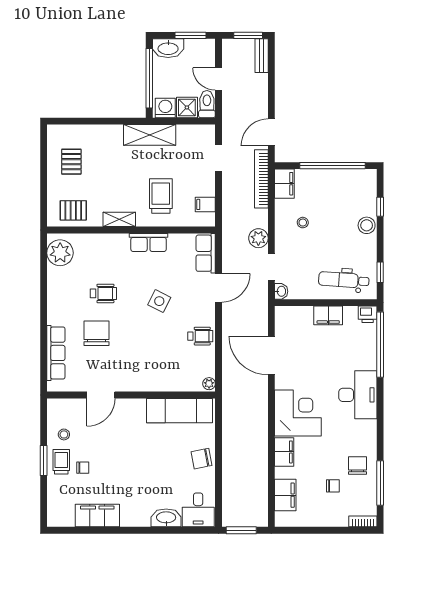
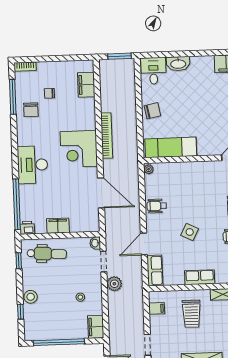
bookcase: (261, 179) -> (107, 135), moved
filing cabinet: (284, 452) -> (88, 118), removed

